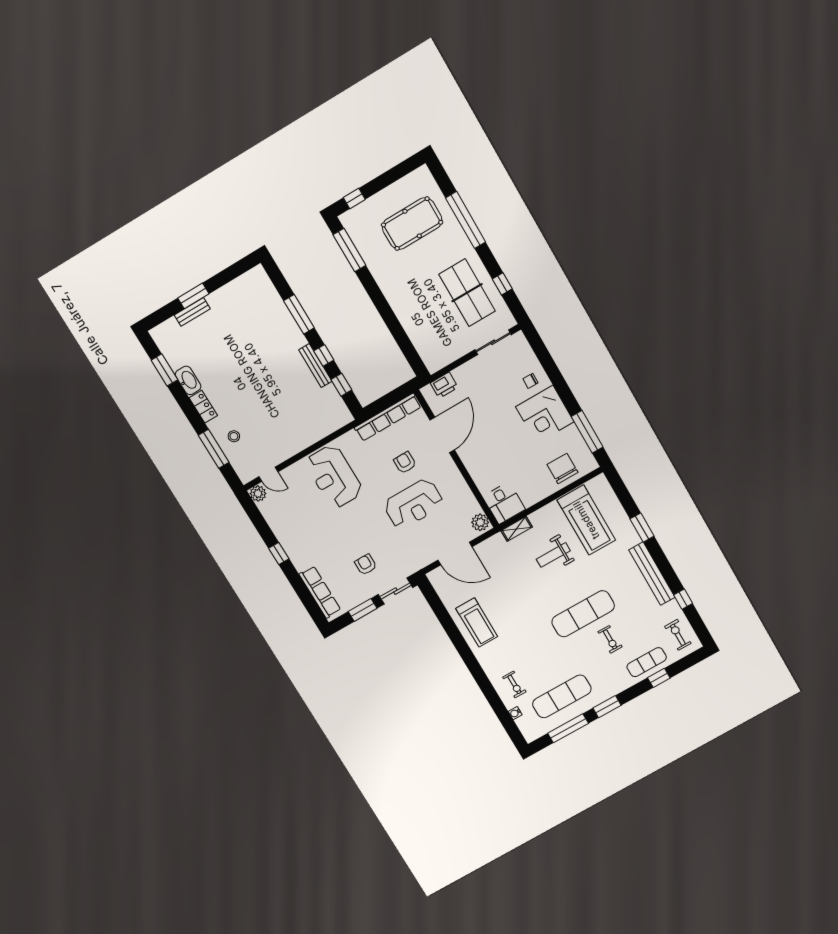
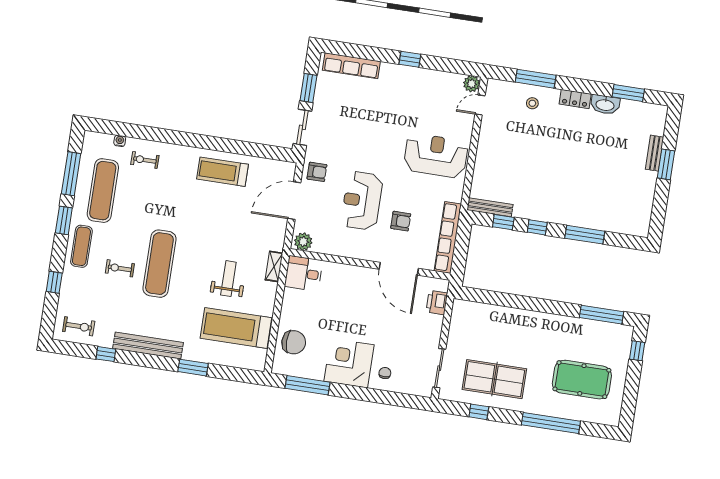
pool table: (412, 224) -> (582, 380), turned 90
bench: (315, 365) -> (490, 207), moved
armchair: (366, 565) -> (317, 172), moved
exercise mat: (647, 662) -> (81, 246), moved

